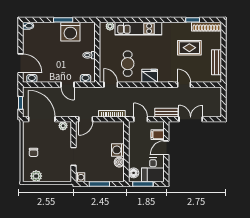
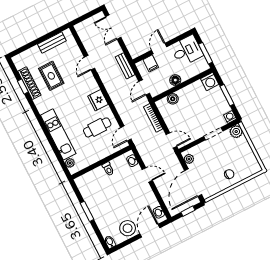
shoe rack: (206, 27) -> (29, 83), moved
washing machine: (70, 32) -> (95, 198), removed
stool: (32, 46) -> (128, 228), added
door: (68, 85) -> (147, 175), hinge flipped
double door: (191, 119) -> (113, 27), moved
door: (166, 148) -> (159, 49), swing flipped
washing machine: (118, 150) -> (210, 81), moved
boiler: (119, 162) -> (173, 99), moved
floor lamp: (134, 173) -> (175, 80), moved
plant: (36, 176) -> (236, 132), moved

